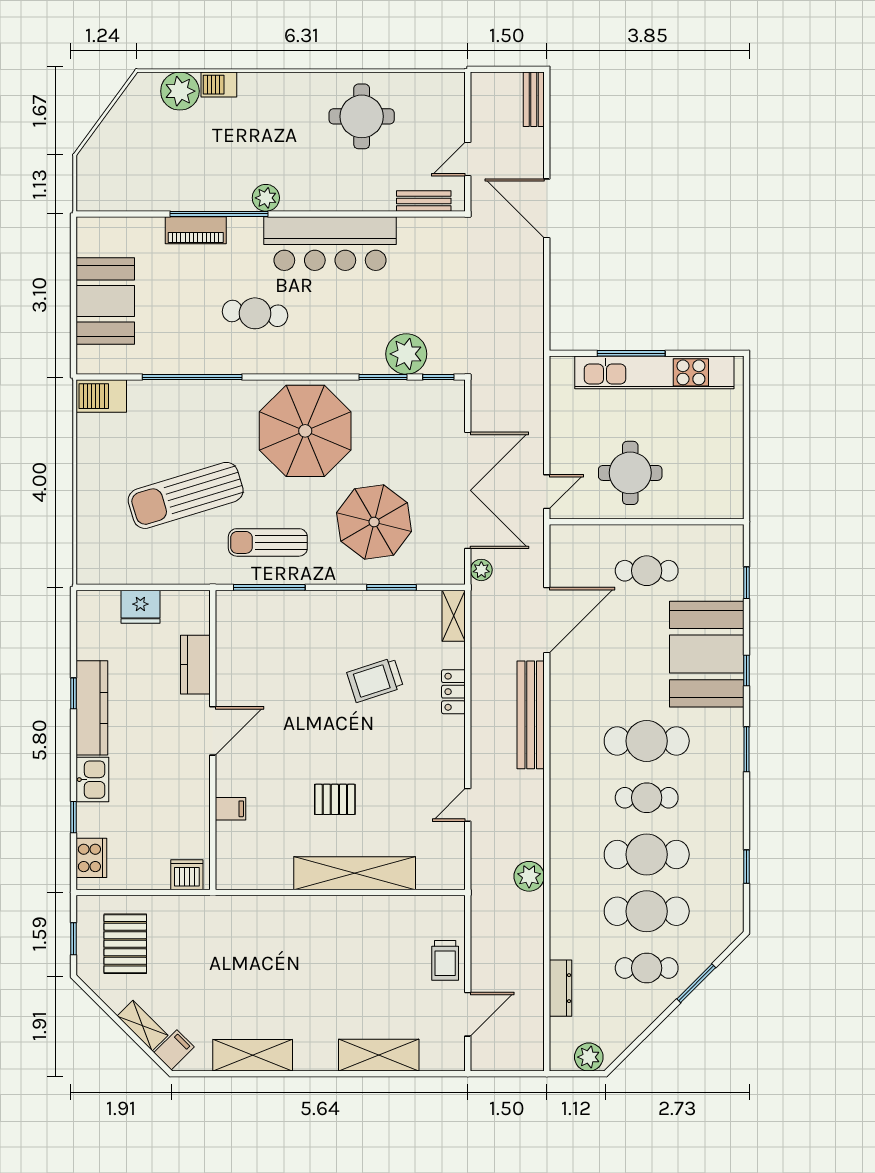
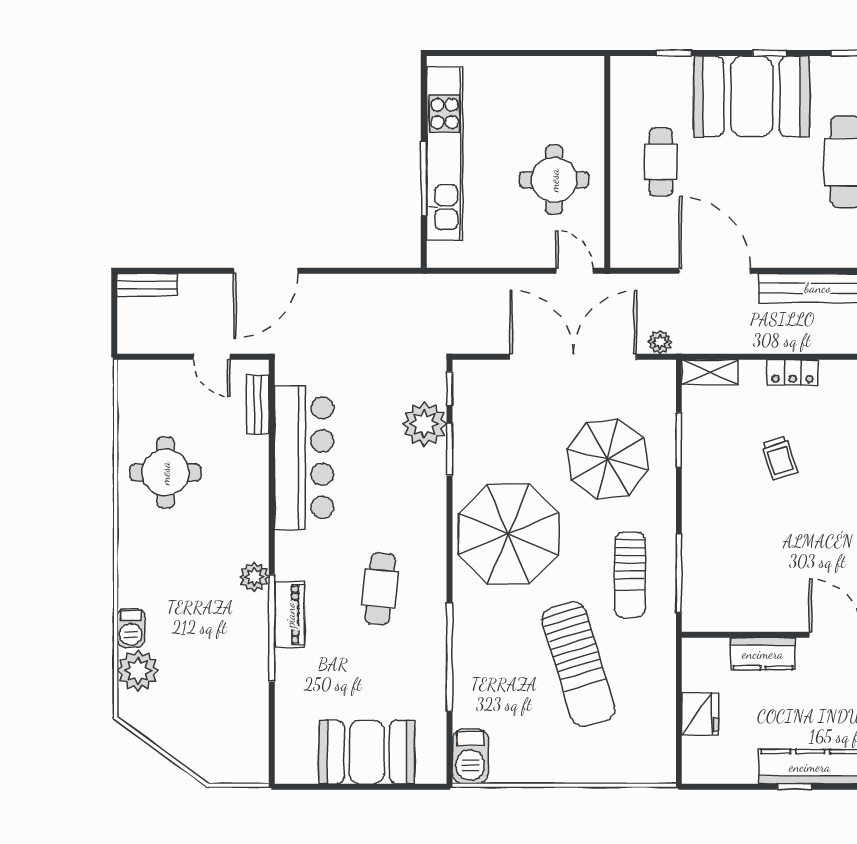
piano: (196, 230) -> (290, 615), moved
bar counter: (330, 244) -> (304, 458), moved
trolley: (375, 680) -> (780, 458), width x0.73, depth x0.72

